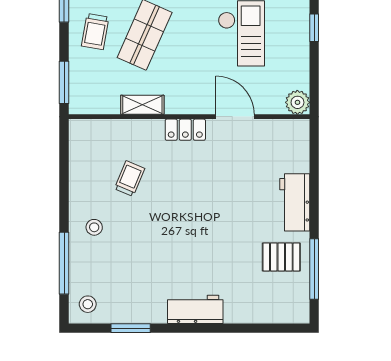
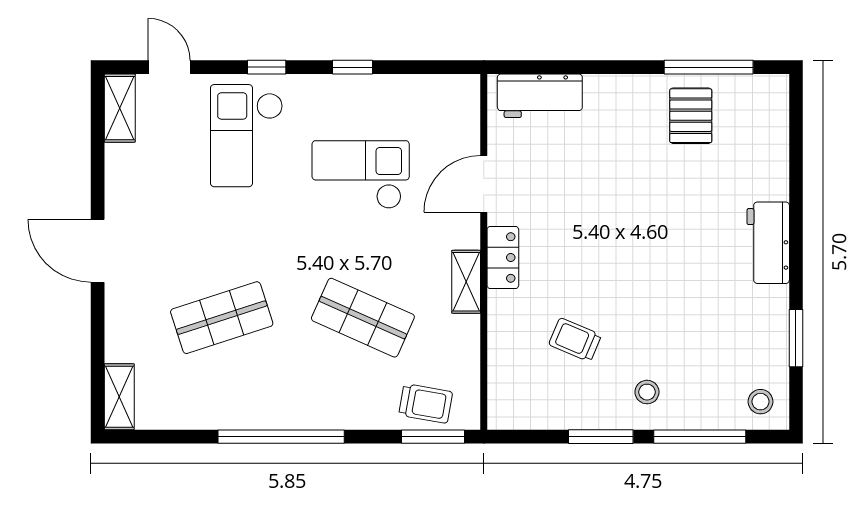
trolley: (95, 32) -> (426, 403), moved
plant: (297, 102) -> (462, 92), removed
shelving: (142, 105) -> (466, 282), moved
window: (64, 196) -> (601, 437), added
workbench: (295, 202) -> (540, 96), moved

